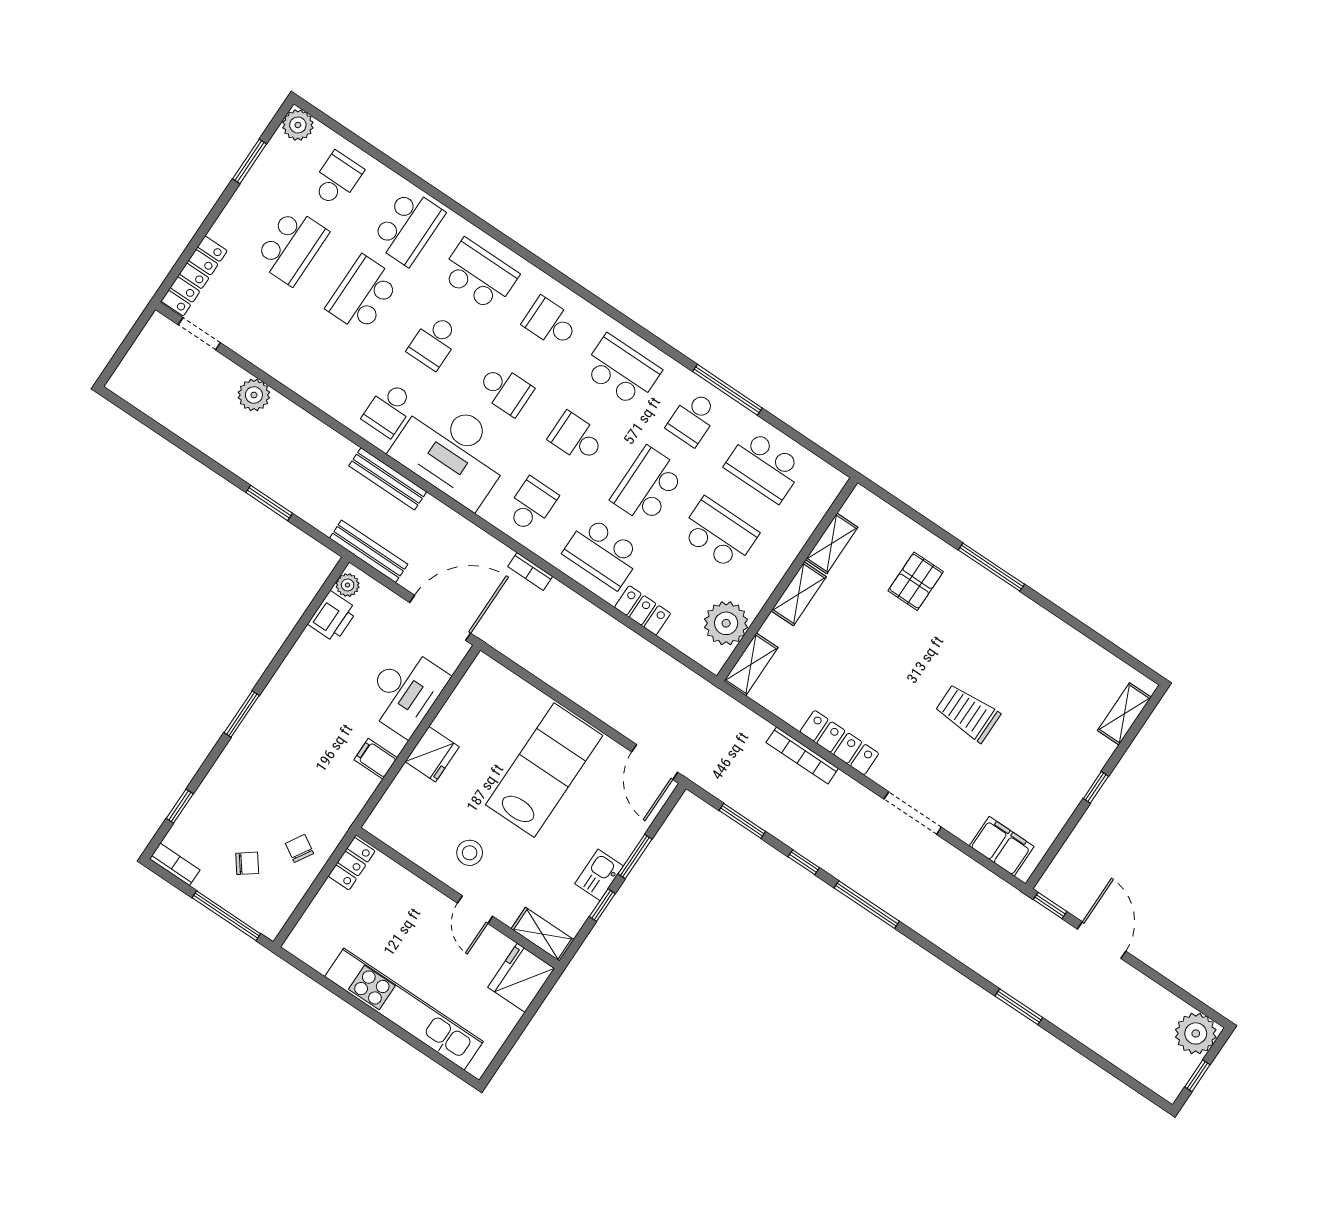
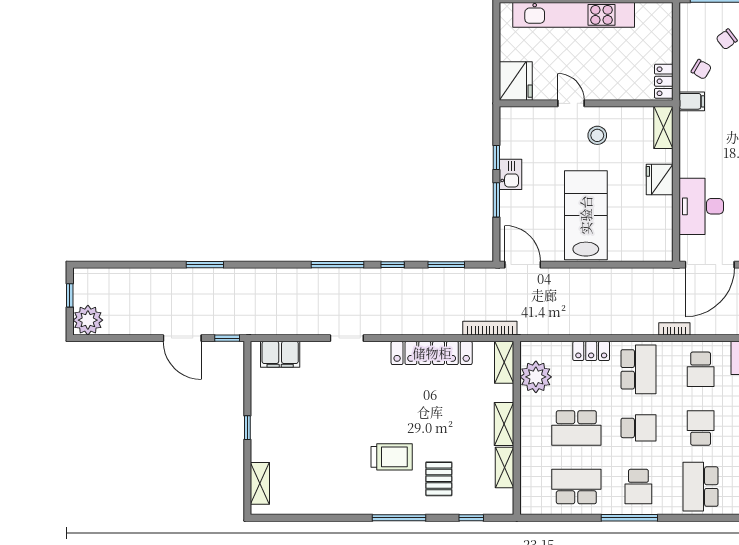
school desk: (622, 371) -> (701, 487), turned 90
school desk: (693, 419) -> (638, 487), turned 180
school desk: (576, 438) -> (701, 428), turned -90
school desk: (648, 486) -> (638, 428), width x0.54
window: (909, 512) -> (471, 518), added
school desk: (603, 553) -> (638, 369), turned 90
trolley: (968, 713) -> (392, 457), moved
locker: (839, 743) -> (432, 353), width x1.41, depth x1.21
bookcase: (802, 755) -> (490, 328), moved
filing cabinet: (376, 759) -> (692, 101), moved
lab bench: (544, 770) -> (586, 215), turned 180
doorway: (913, 813) -> (347, 338), width x0.73
shelving: (543, 934) -> (663, 128), moved, turned 90

